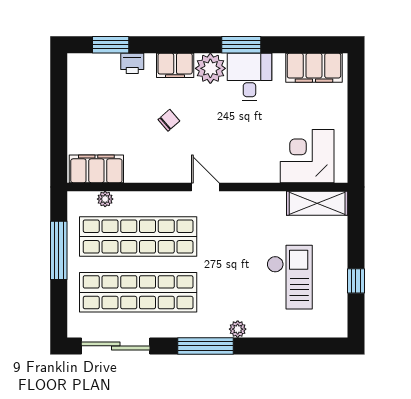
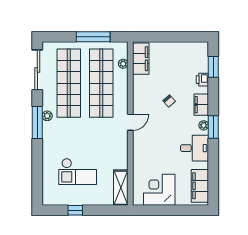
window: (241, 45) -> (213, 127), moved
plant: (210, 68) -> (204, 125), width x0.53, depth x0.53
corner desk: (307, 156) -> (159, 190), moved, turned -90
plant: (238, 329) -> (47, 116), moved

